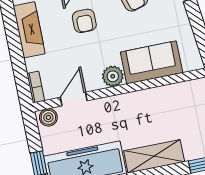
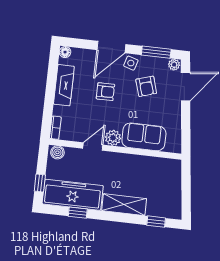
armchair: (84, 21) -> (105, 92), turned -90
door: (74, 99) -> (93, 147), moved

